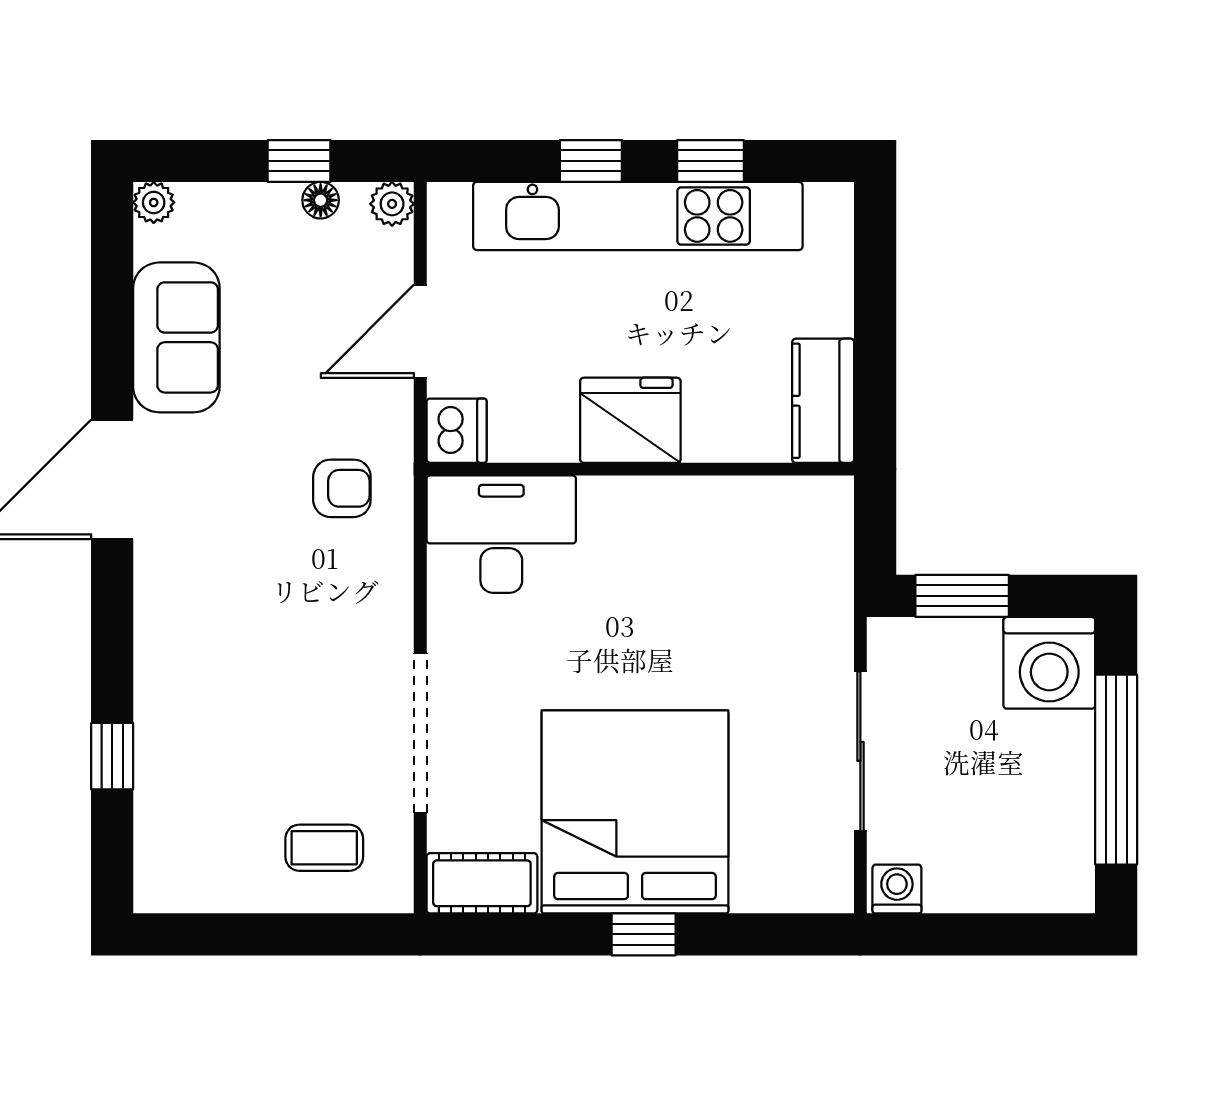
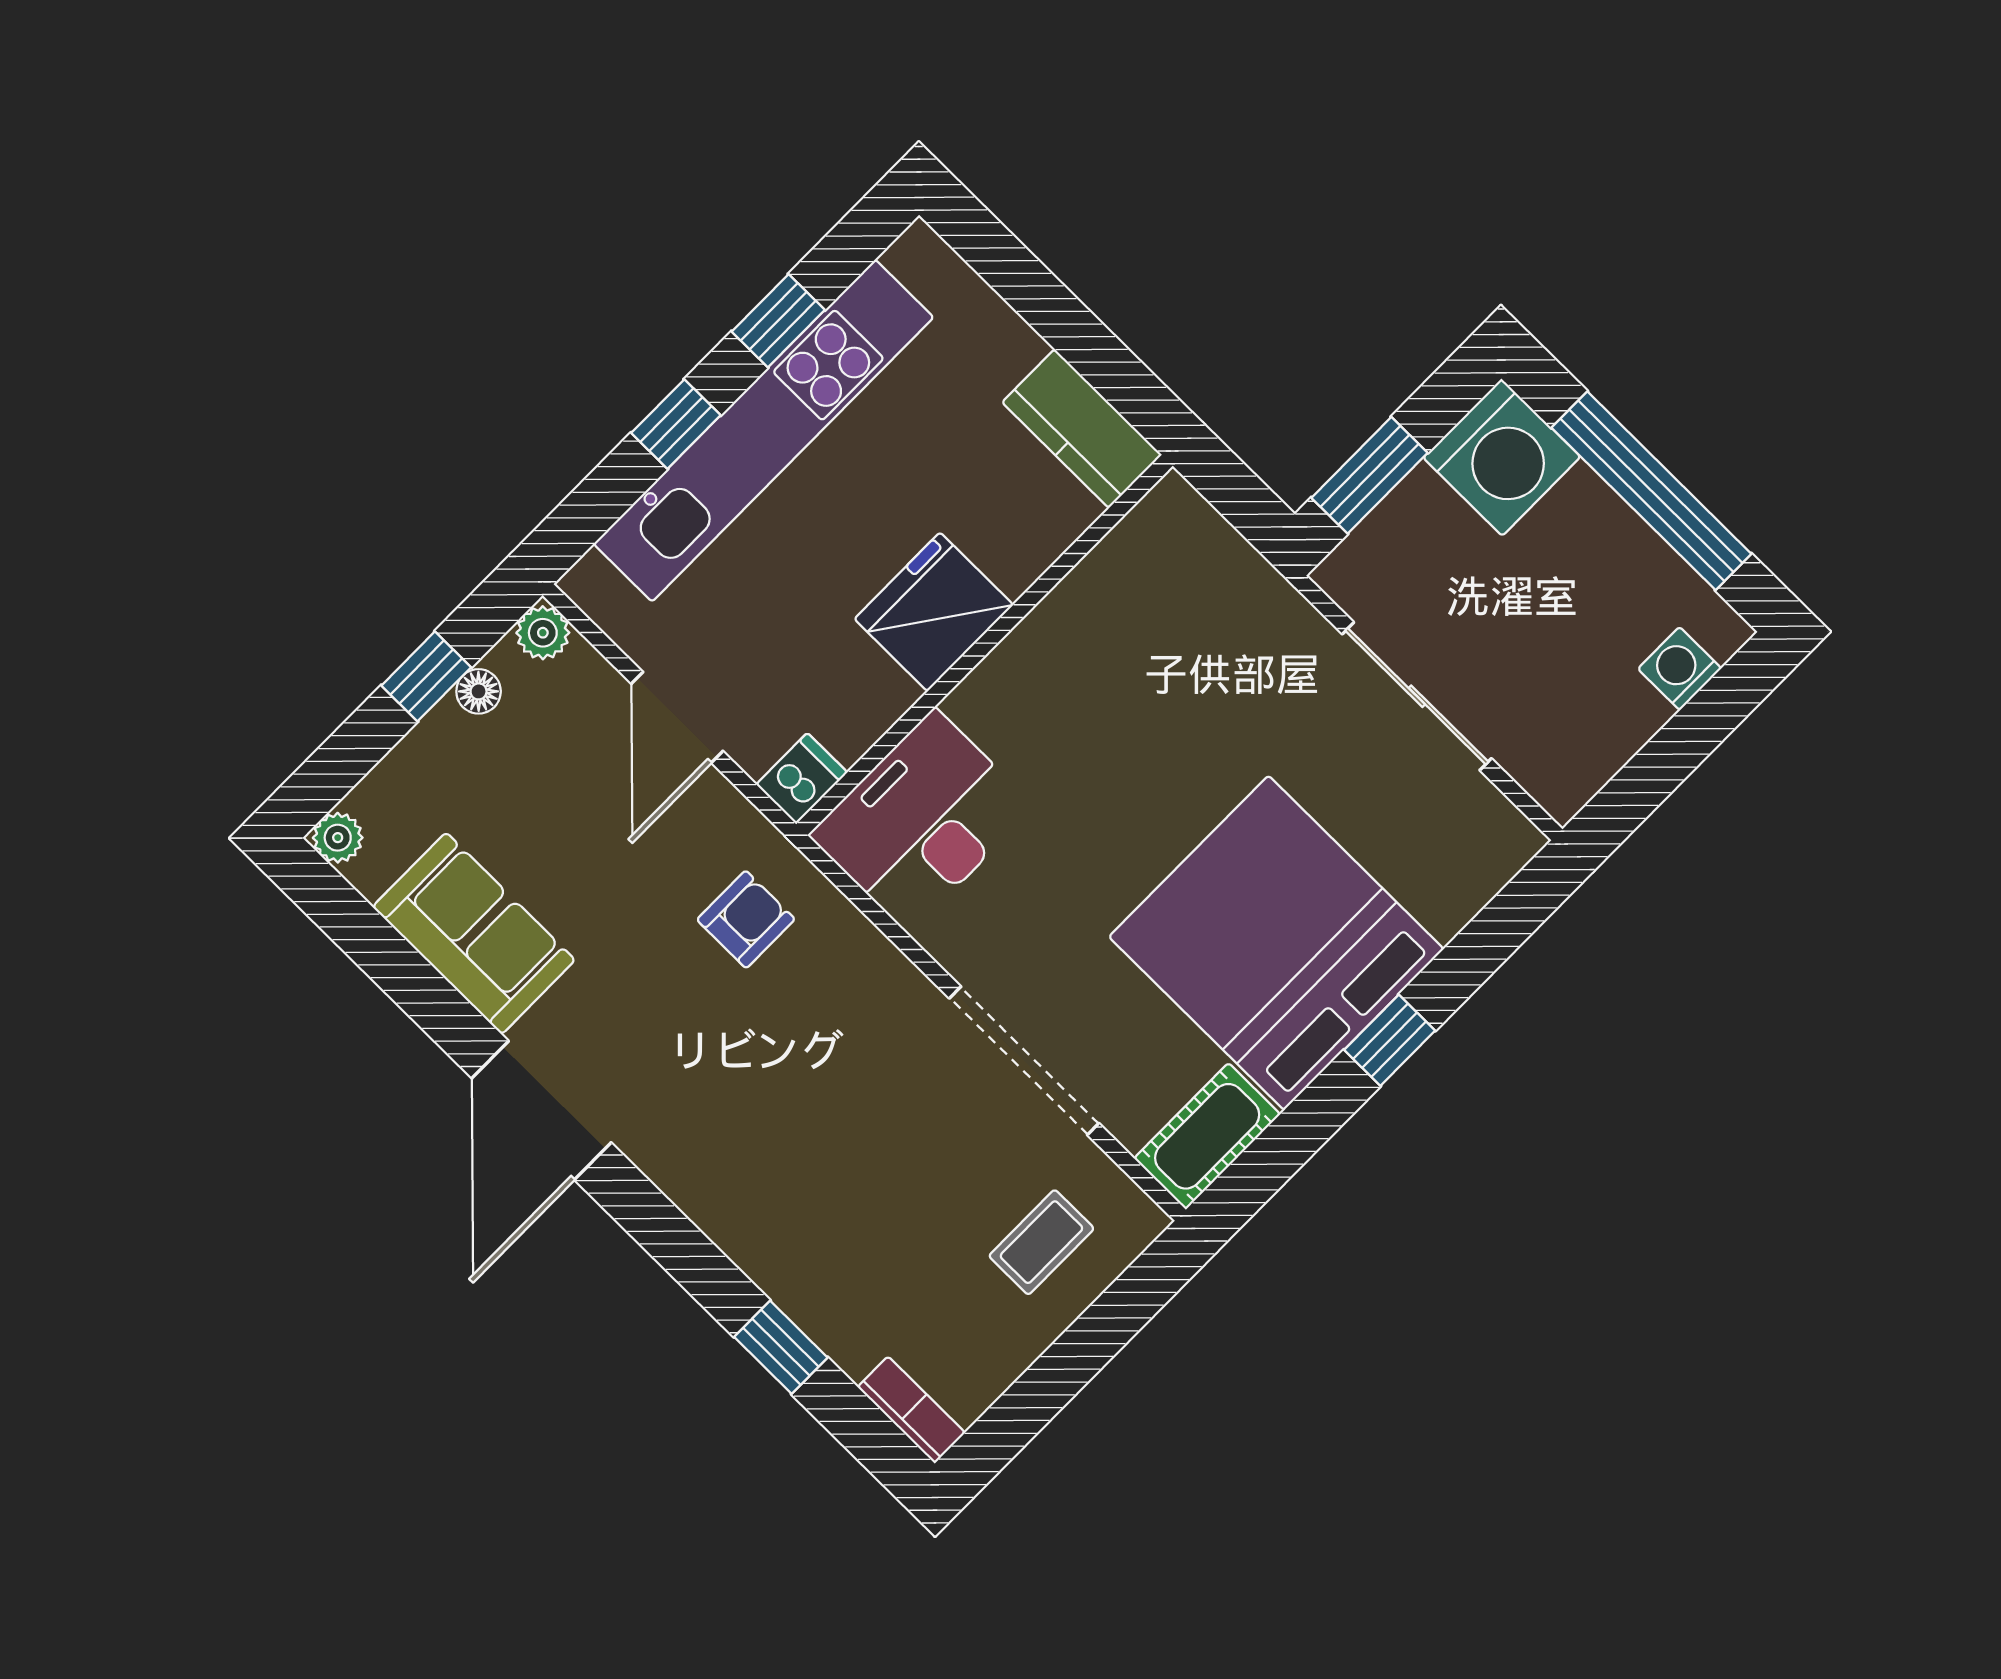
dishwasher: (457, 431) -> (802, 778), width x0.73
bookcase: (151, 869) -> (911, 1410), added
washing machine: (897, 889) -> (1680, 669), moved

